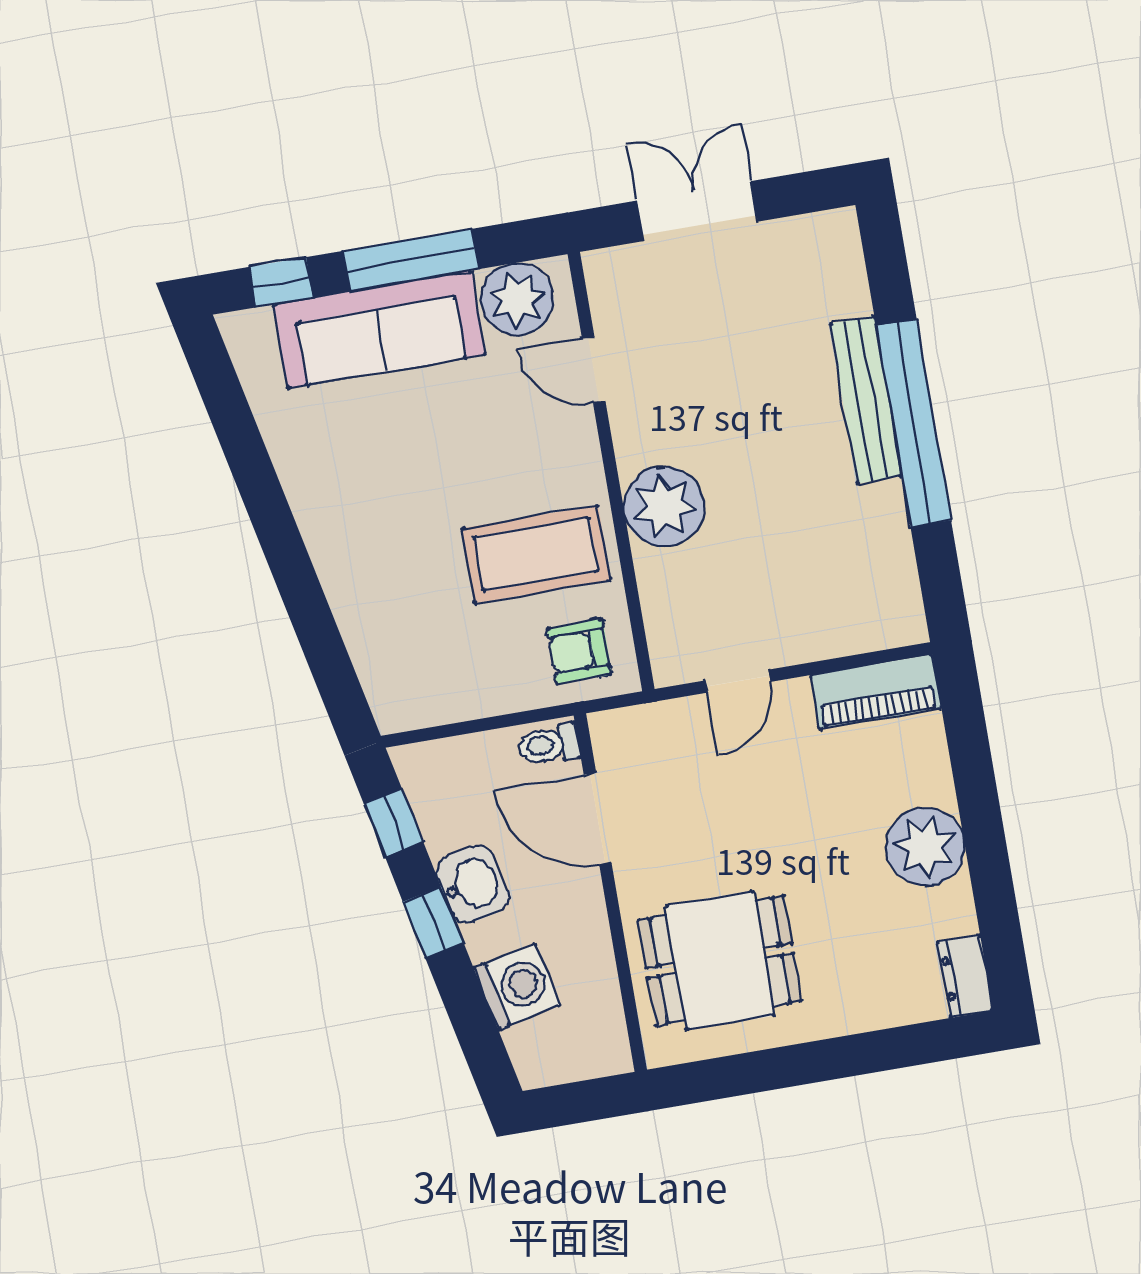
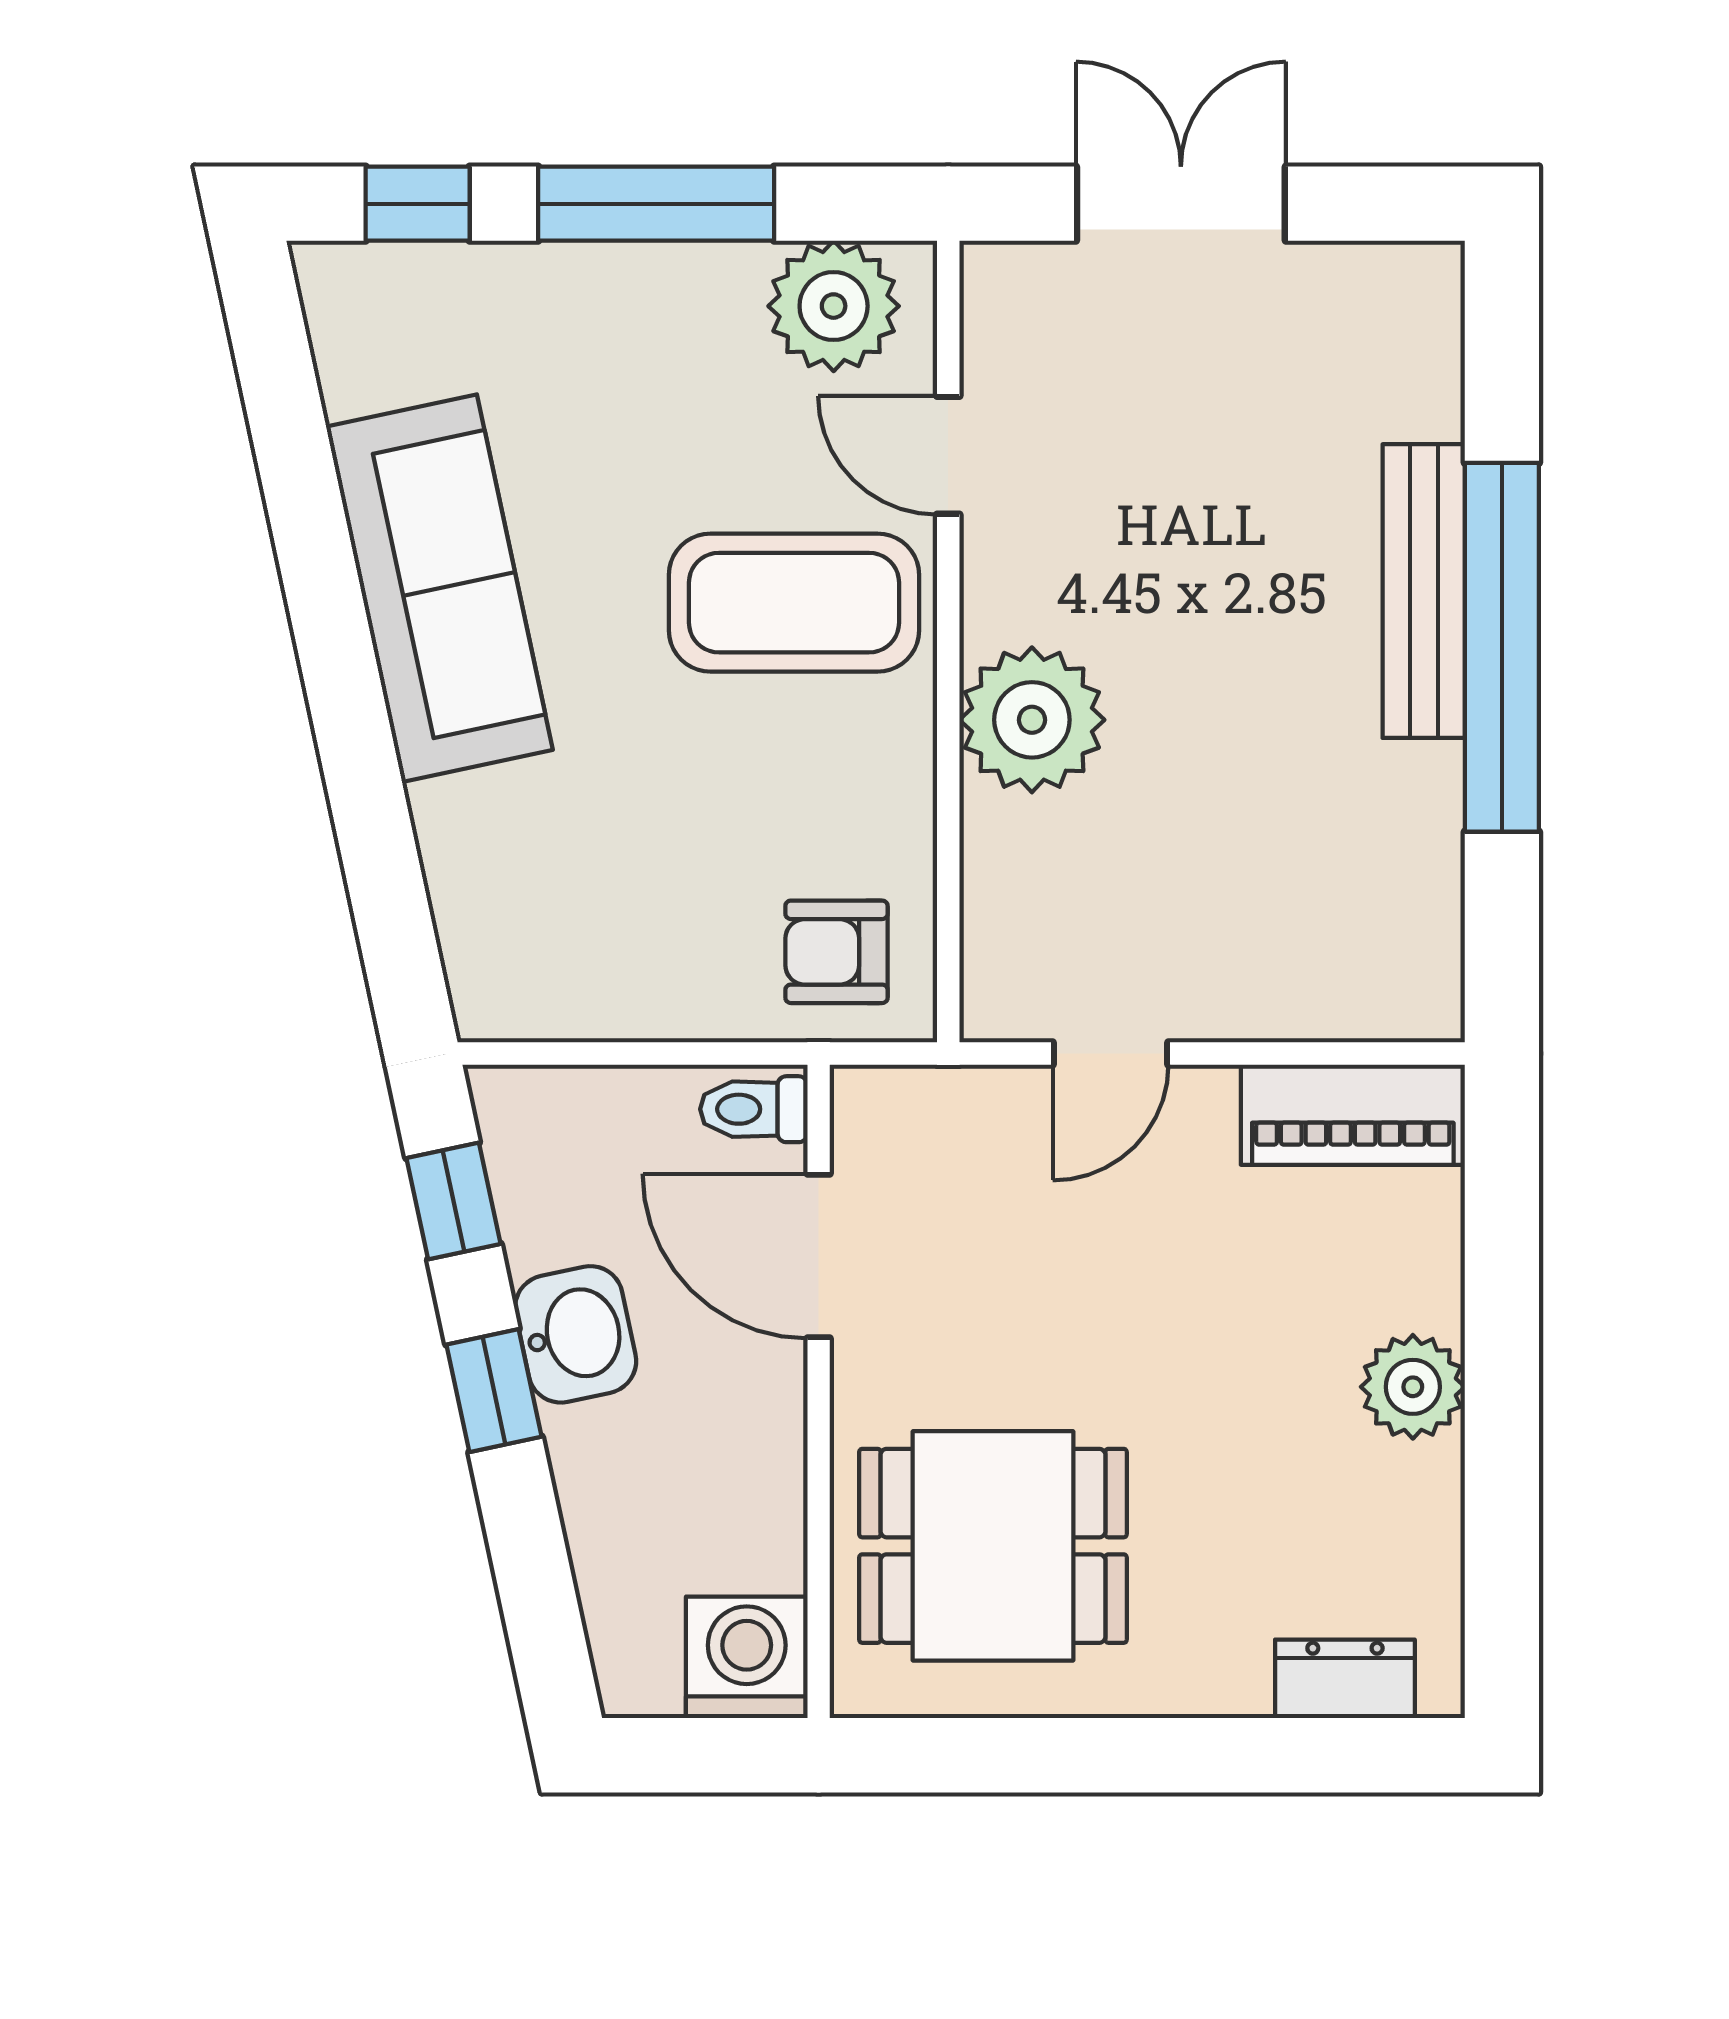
sofa: (380, 330) -> (439, 588), moved, turned -102
coffee table: (536, 554) -> (794, 603), moved
plant: (925, 847) -> (1413, 1387), width x0.73, depth x0.73
dresser: (965, 976) -> (1345, 1679), moved, turned 90
washing machine: (517, 986) -> (747, 1657), moved, turned -78

